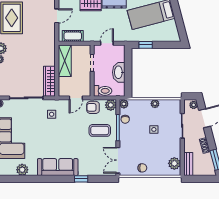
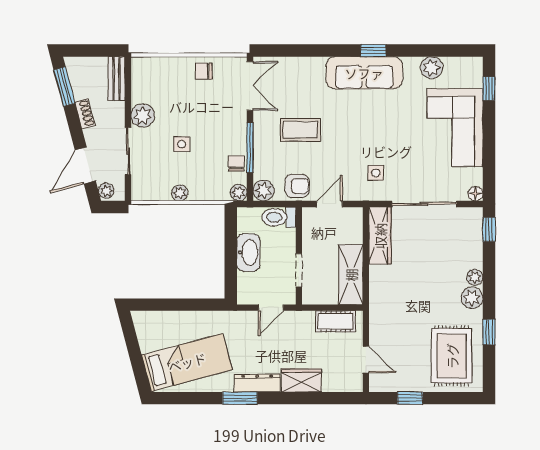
door: (57, 16) -> (366, 359), swing flipped
window: (146, 45) -> (197, 305), removed
coffee table: (100, 130) -> (300, 130), moved
plant: (174, 163) -> (143, 116), moved
window: (81, 179) -> (373, 50), moved

